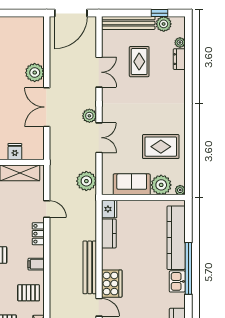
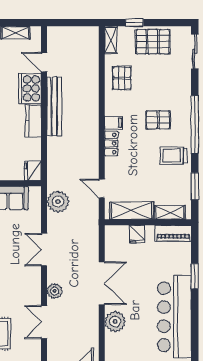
plant: (89, 116) -> (55, 291), moved
door: (47, 209) -> (102, 189), moved
kitchen counter: (109, 233) -> (33, 121), moved
filing cabinet: (36, 264) -> (114, 123), moved
pallet: (29, 293) -> (122, 78), turned 90

